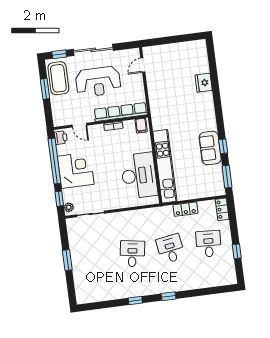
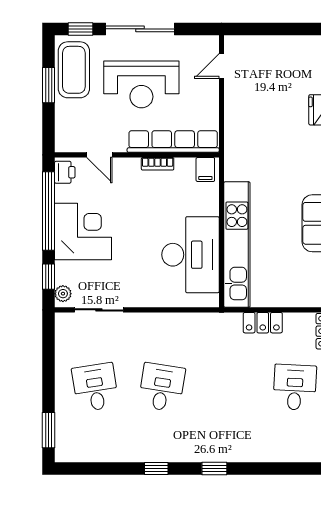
desk: (170, 249) -> (95, 387), moved
window: (67, 260) -> (49, 430), moved

